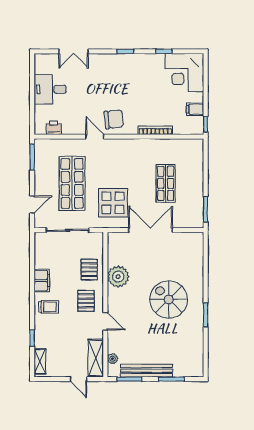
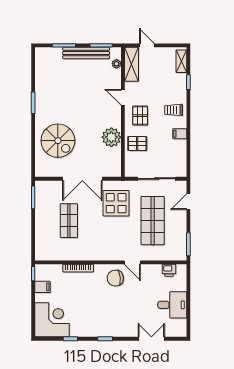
pallet: (89, 270) -> (137, 143), turned 90
filing cabinet: (42, 280) -> (180, 134), width x0.50
spiral stairs: (169, 299) -> (58, 141), moved

